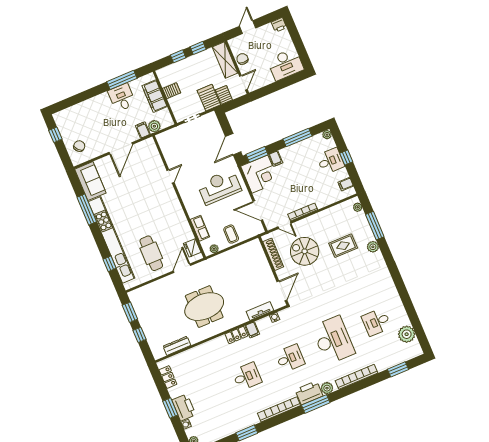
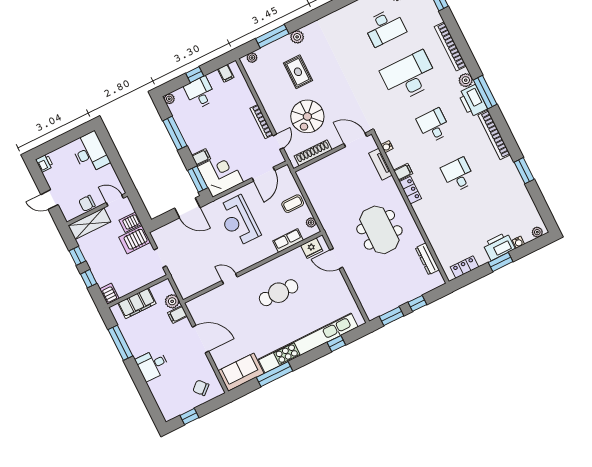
server rack: (172, 91) -> (109, 294), moved
desk: (122, 98) -> (153, 365), moved
cafe table: (151, 253) -> (279, 293), moved
desk: (376, 322) -> (385, 27), width x1.37

